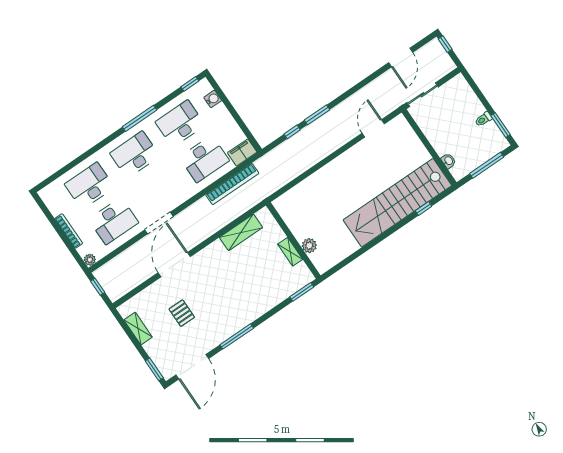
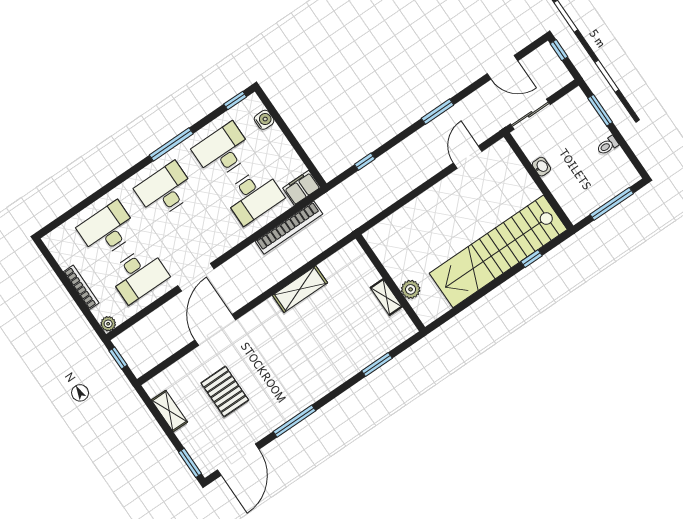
door: (401, 58) -> (502, 67), hinge flipped
window: (317, 115) -> (438, 112), moved
window: (501, 125) -> (600, 110), moved
washbasin: (448, 161) -> (541, 167), moved
wall: (293, 240) -> (390, 283), moved
plant: (309, 246) -> (411, 289), moved
shelving: (290, 252) -> (386, 297), moved
pallet: (182, 313) -> (225, 392), width x1.50, depth x1.42

